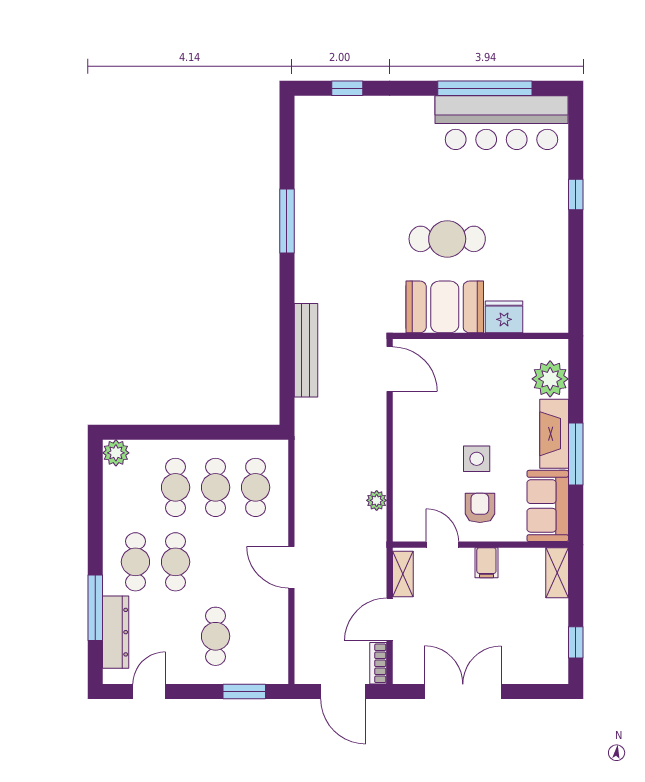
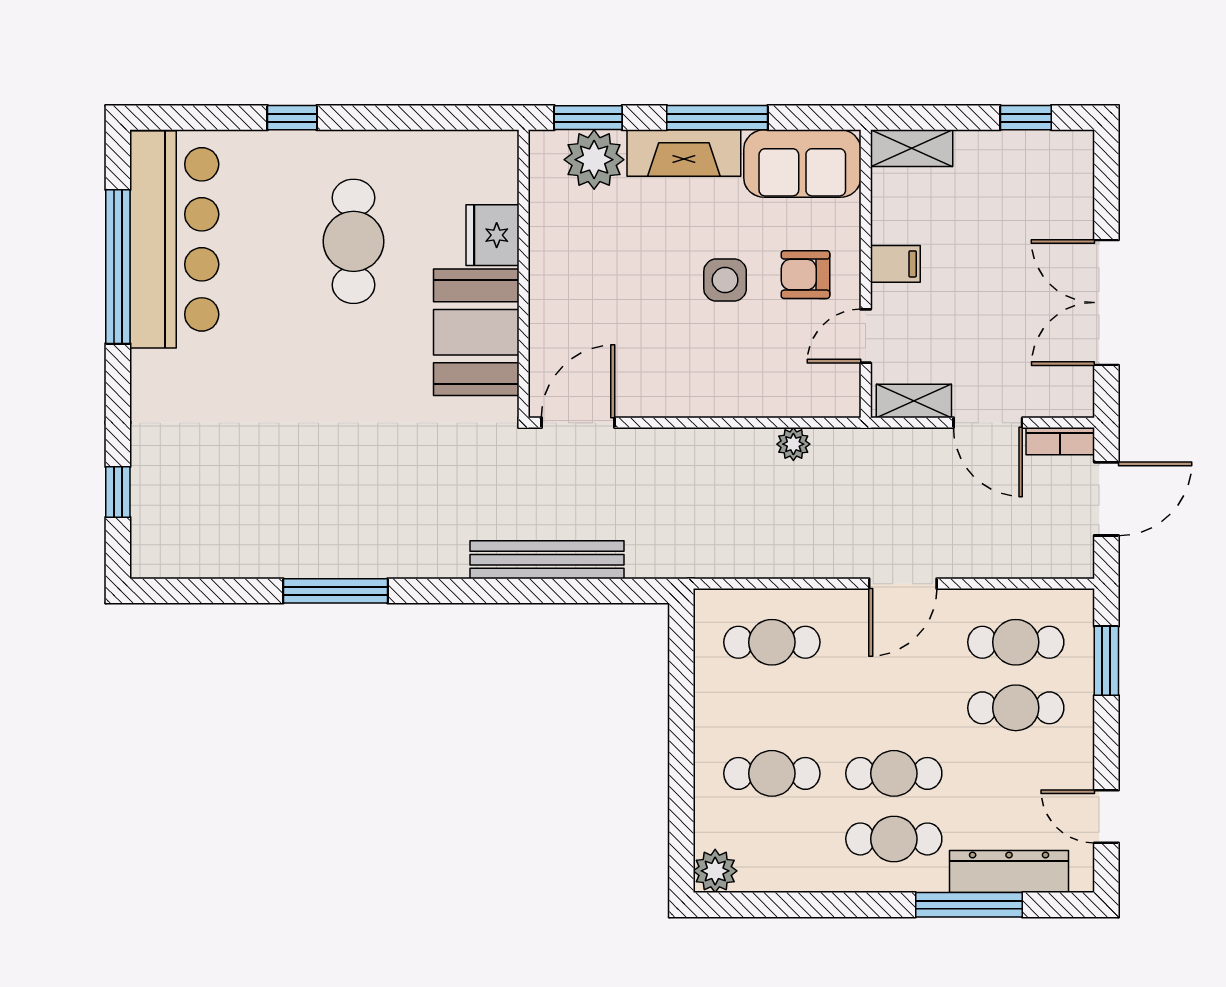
cafe table: (447, 239) -> (354, 241), moved
window: (576, 375) -> (588, 118), added
cafe table: (216, 487) -> (1016, 642), moved

